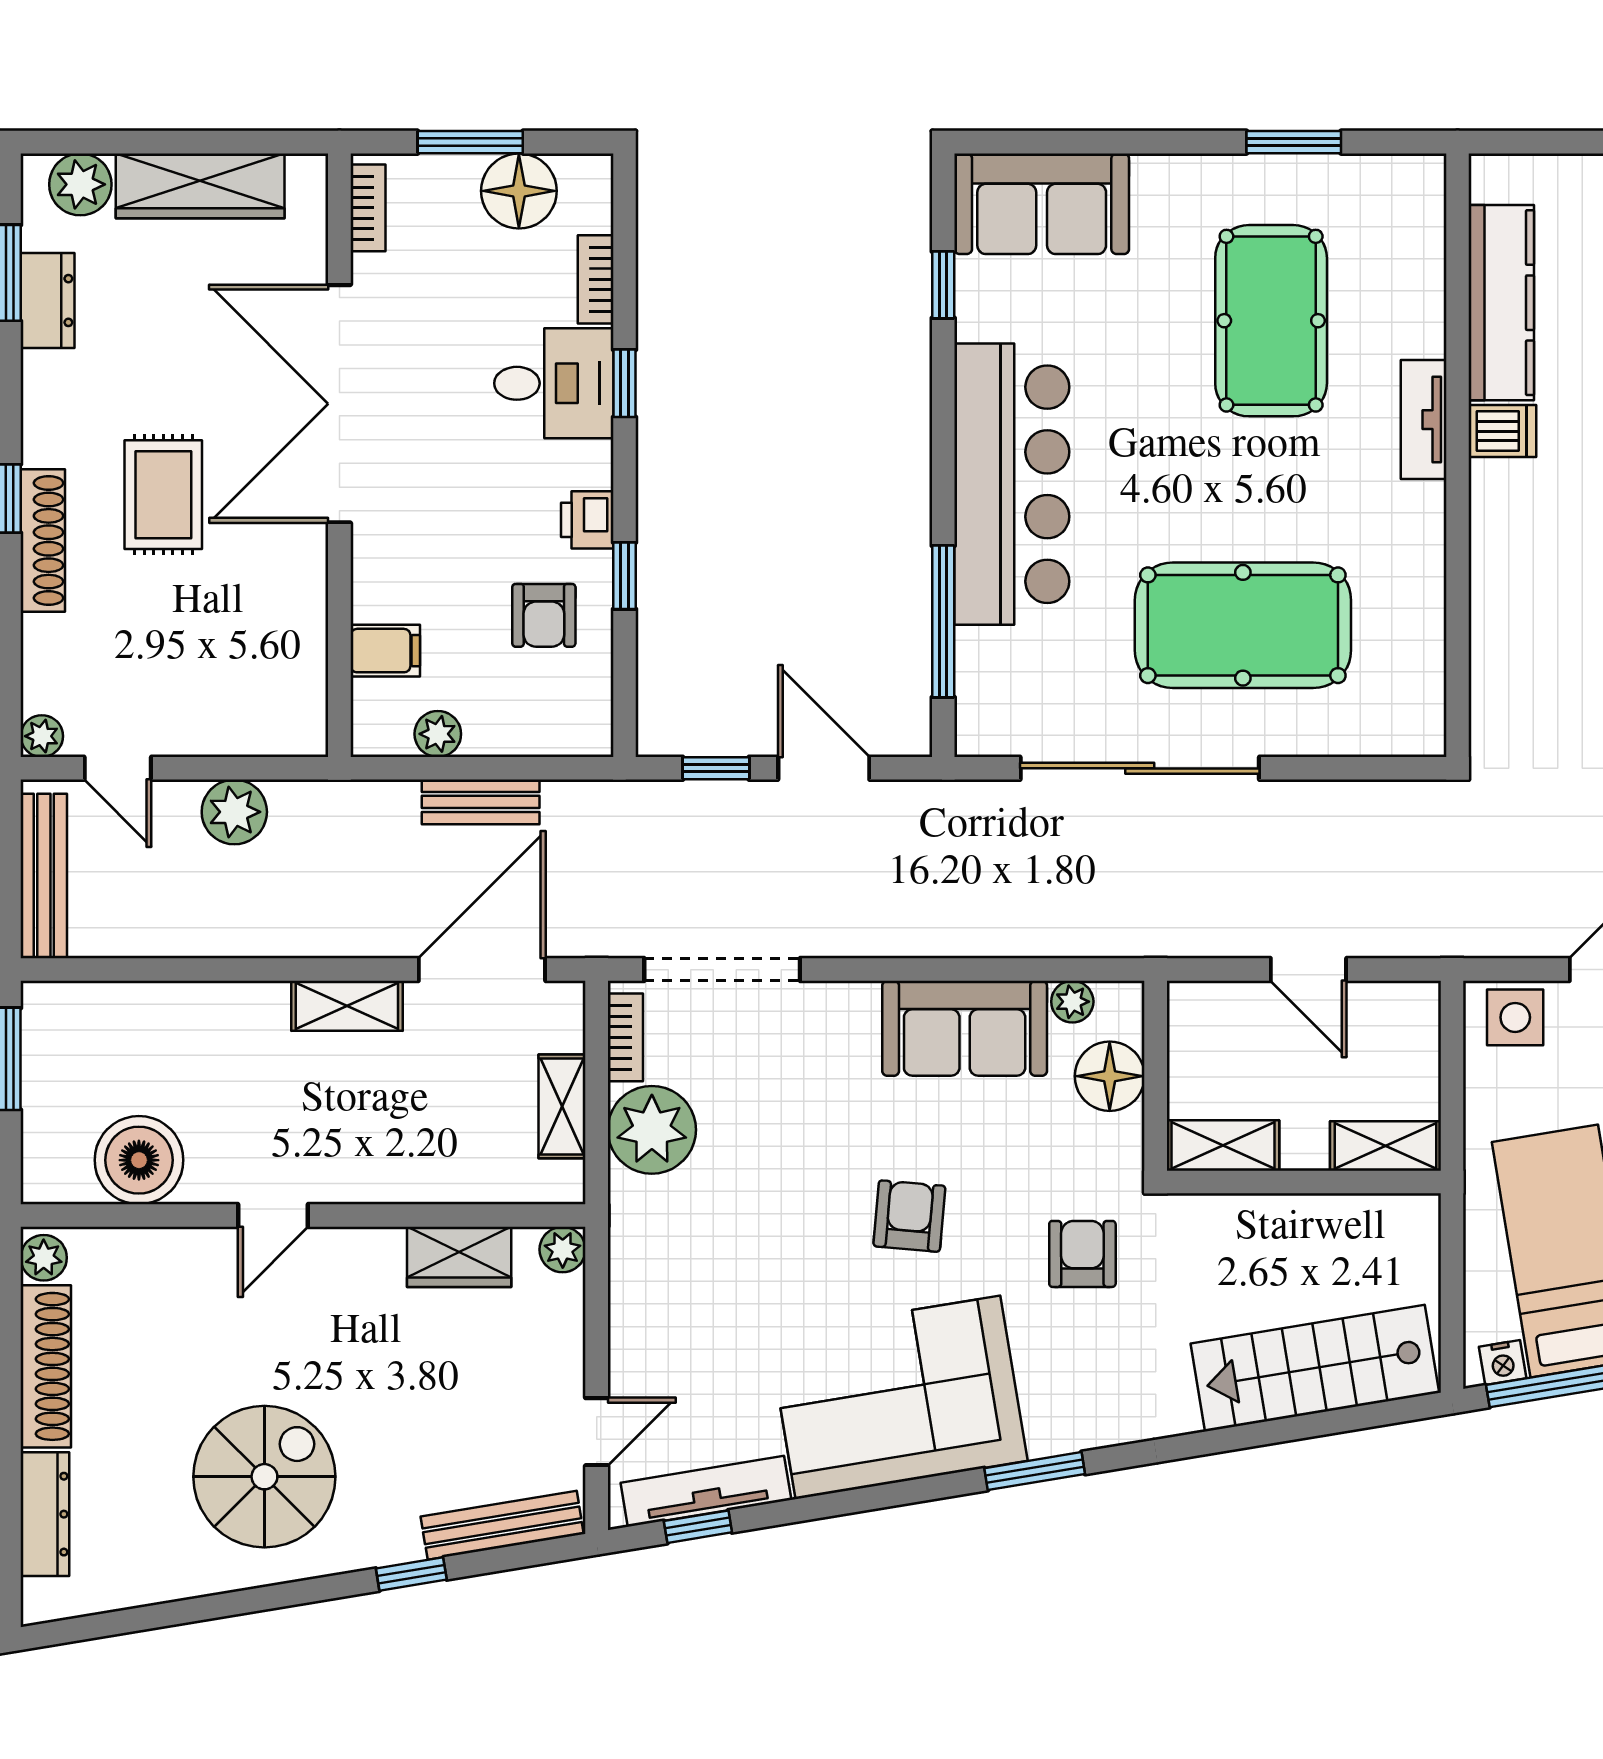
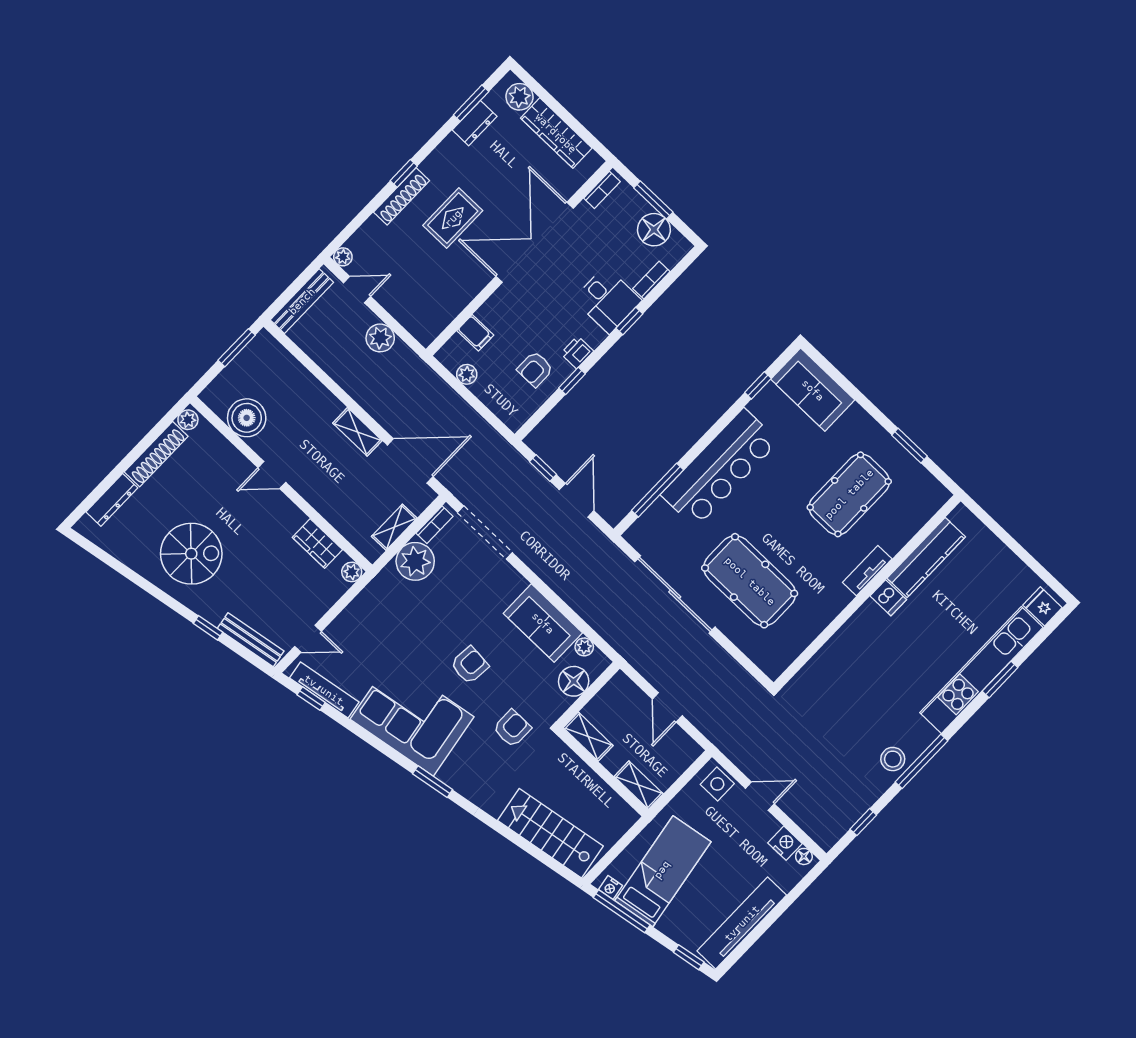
door: (118, 768) -> (357, 290), swing flipped
bench: (481, 802) -> (460, 408), removed

